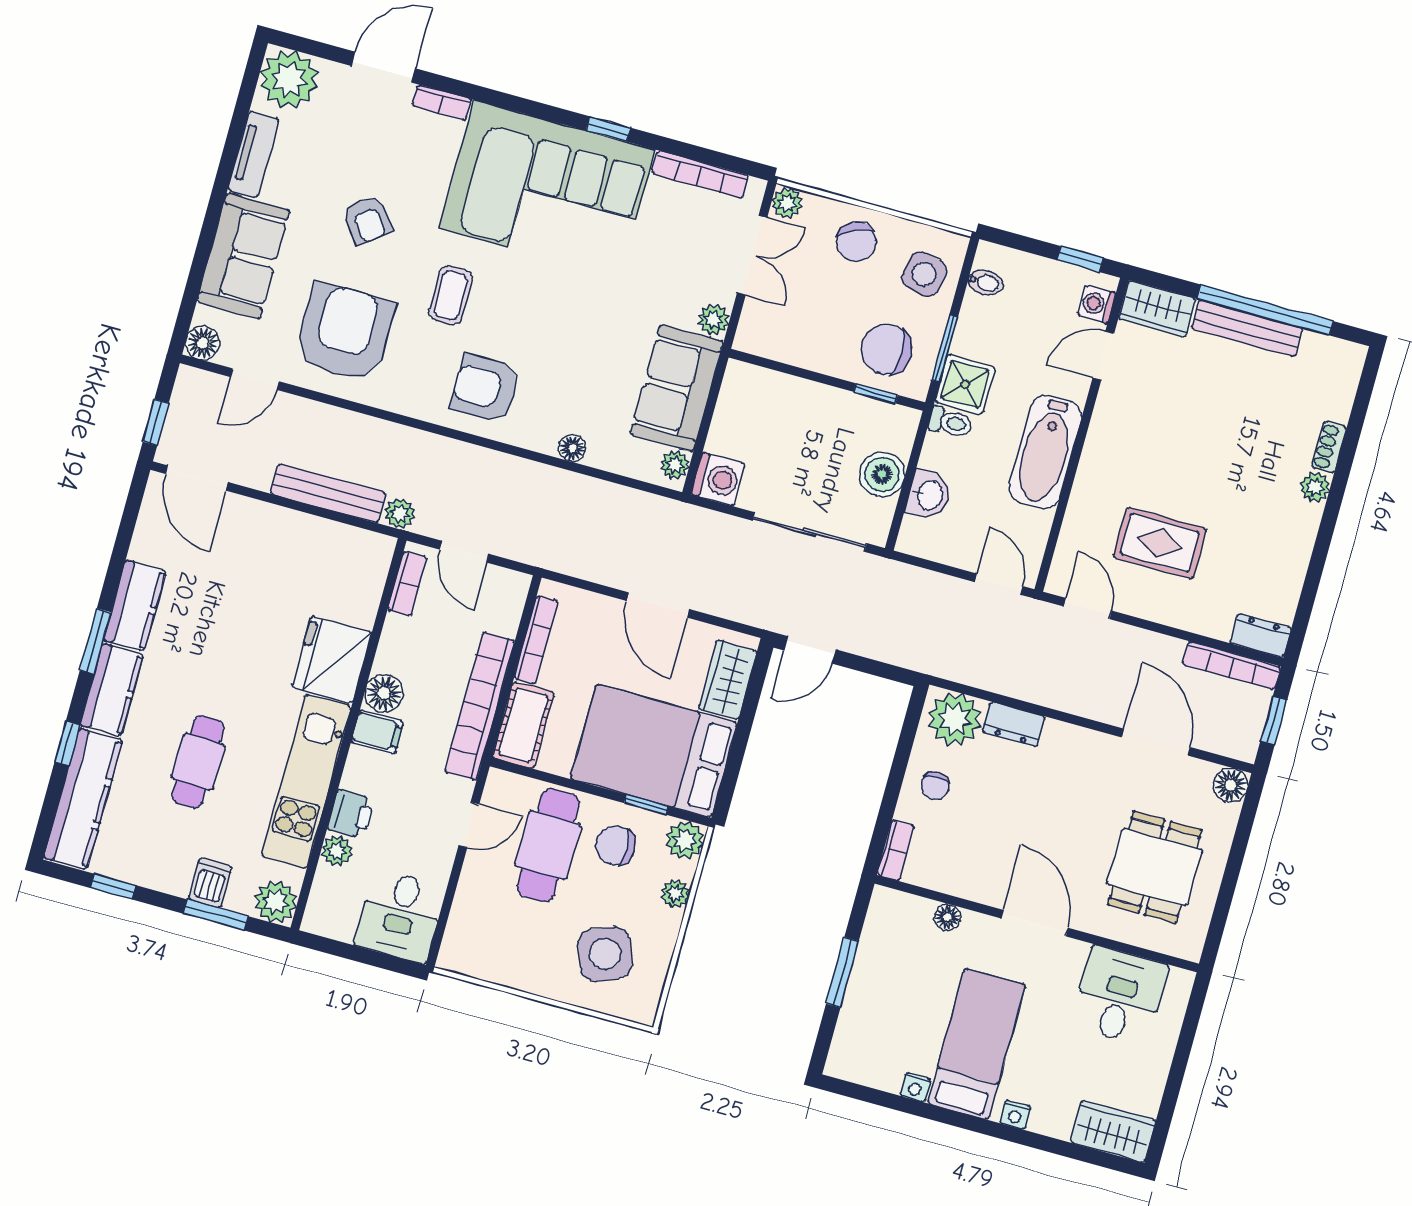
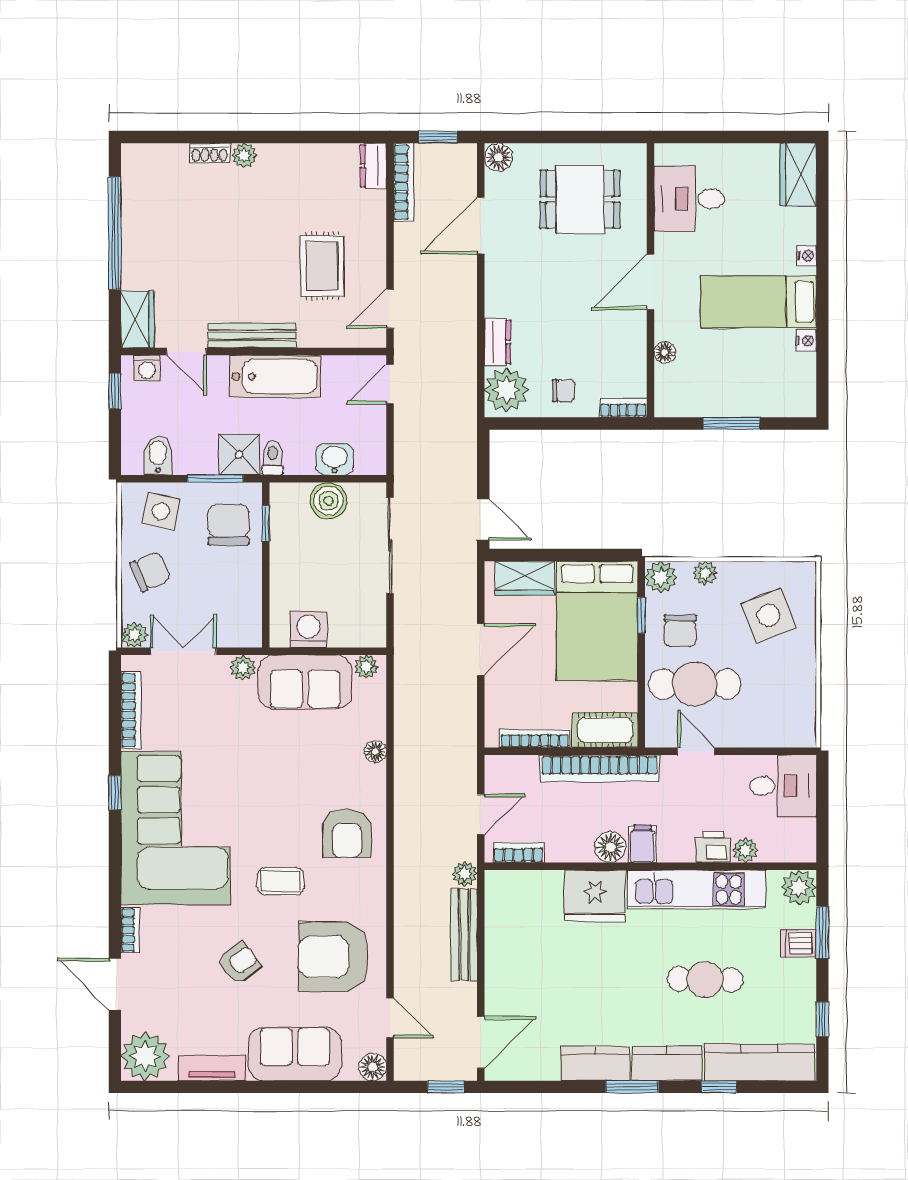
bidet: (985, 283) -> (158, 455), width x1.38, depth x1.36
bench: (1247, 328) -> (252, 335), moved, turned 90
chair: (886, 349) -> (229, 525), turned 180
washing machine: (718, 479) -> (309, 629), moved

